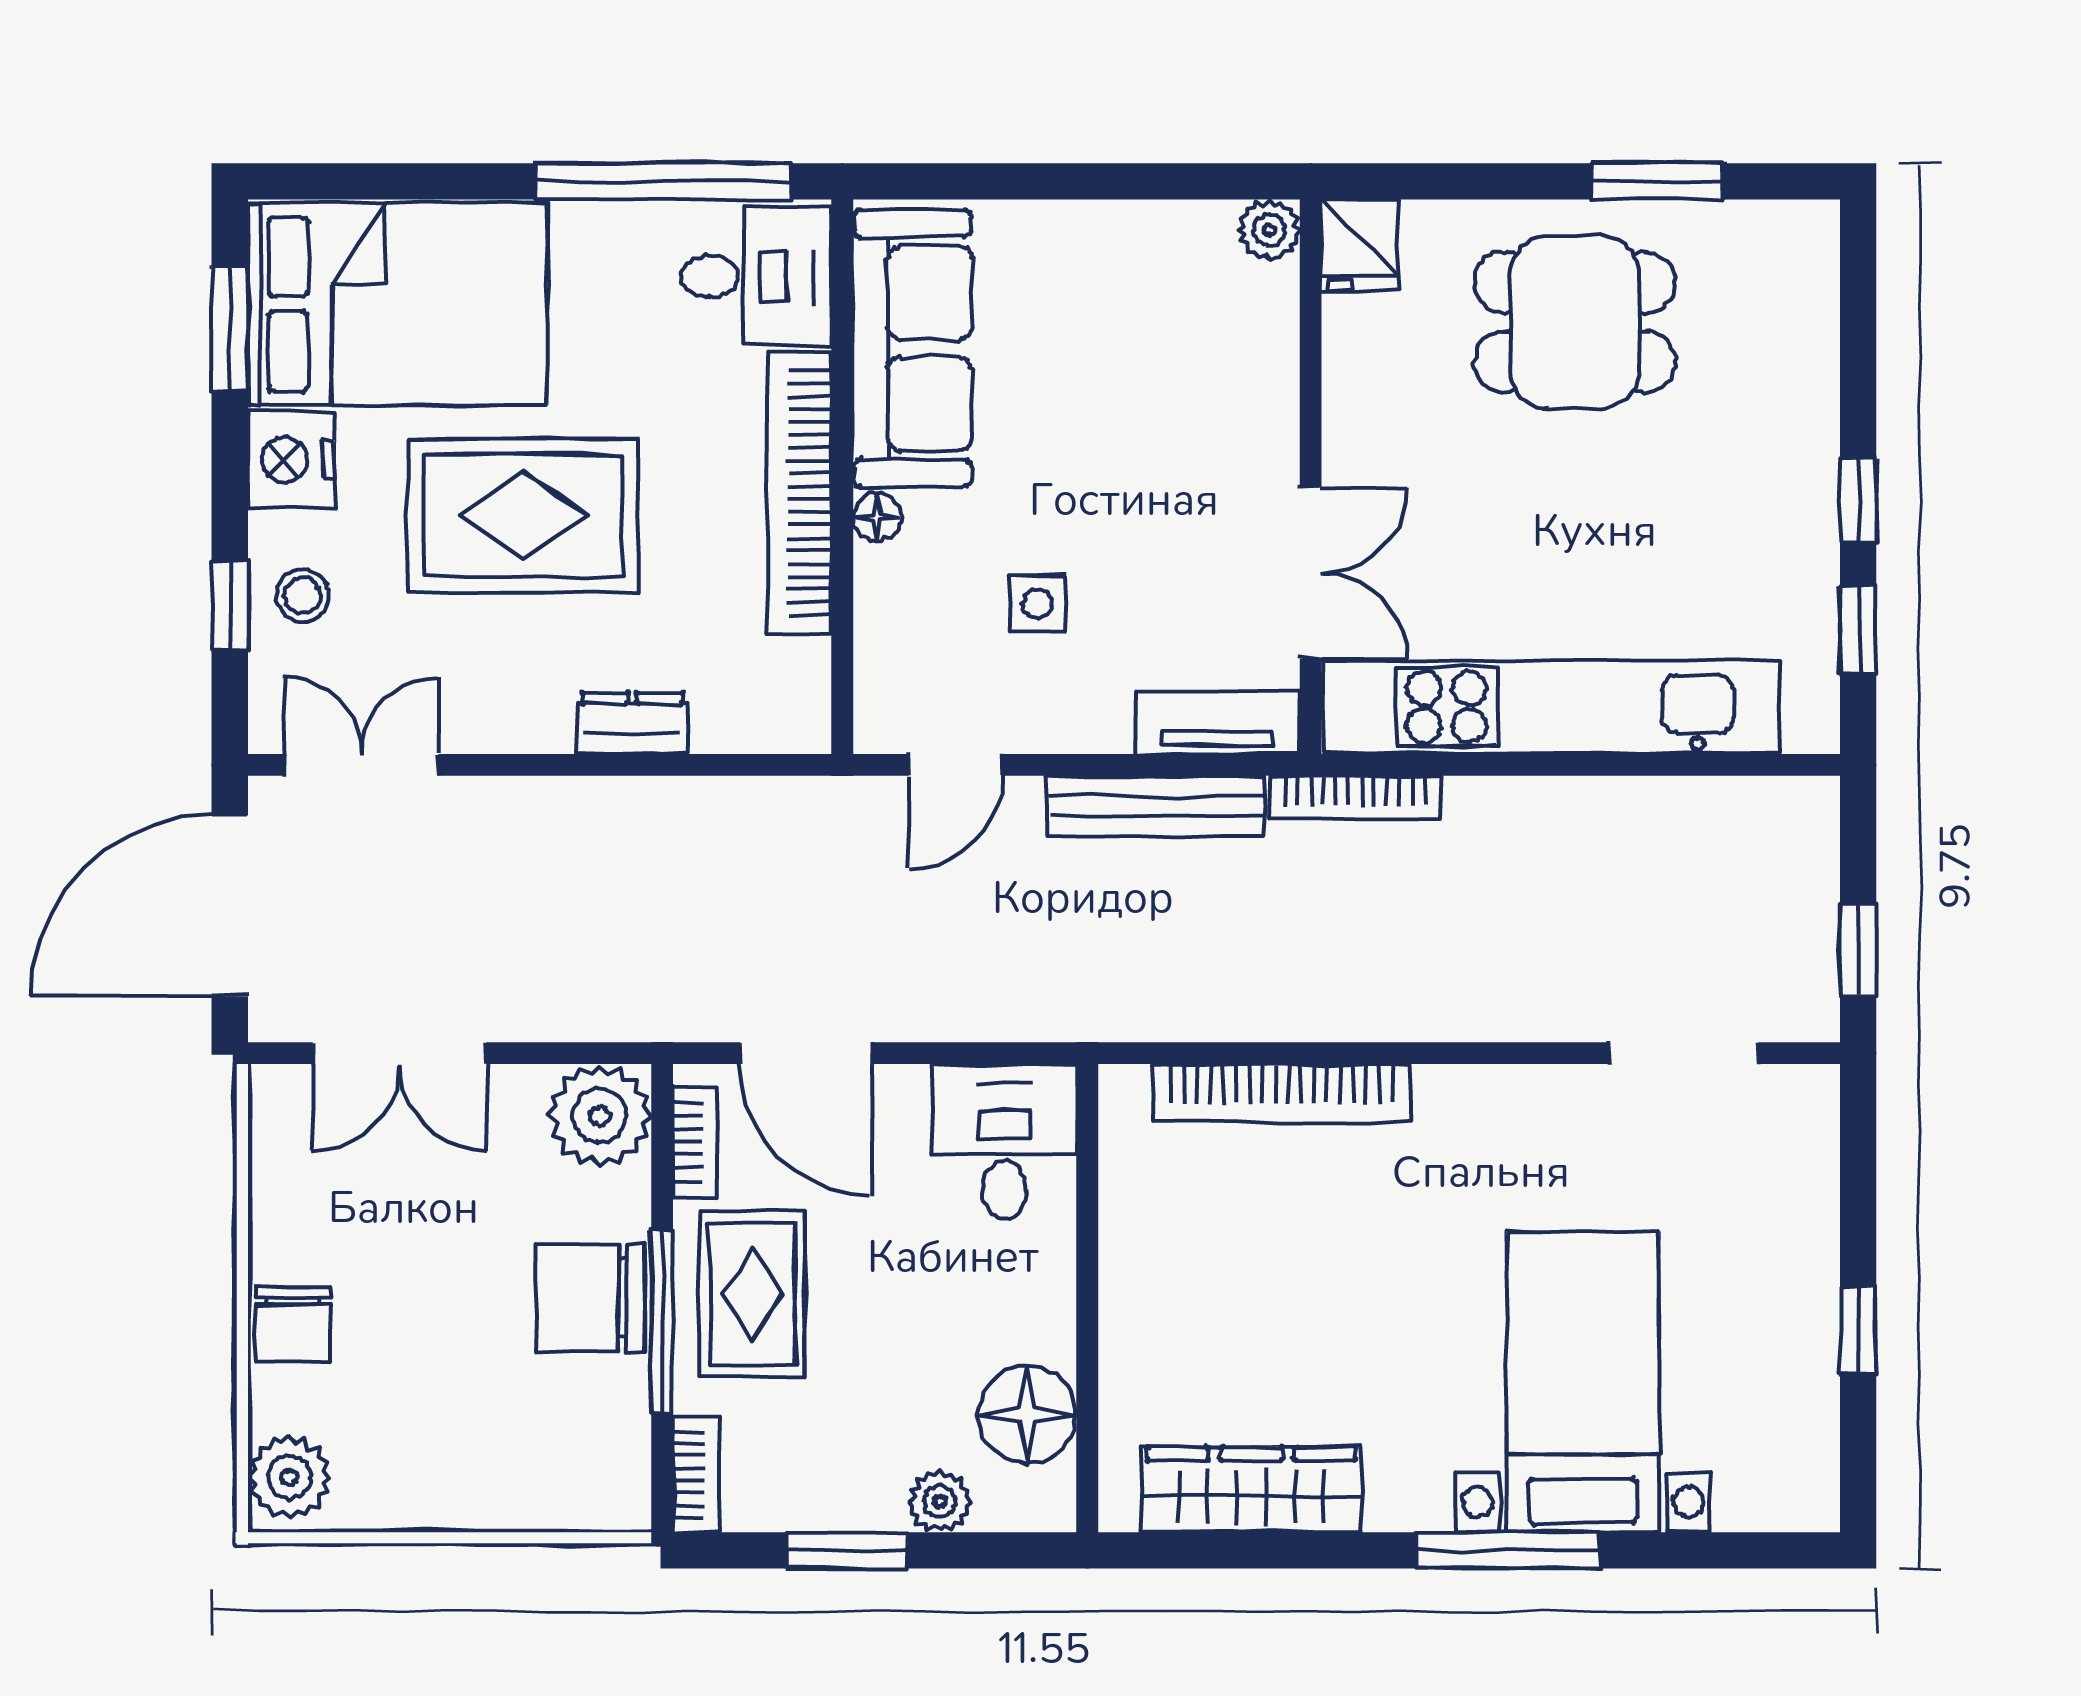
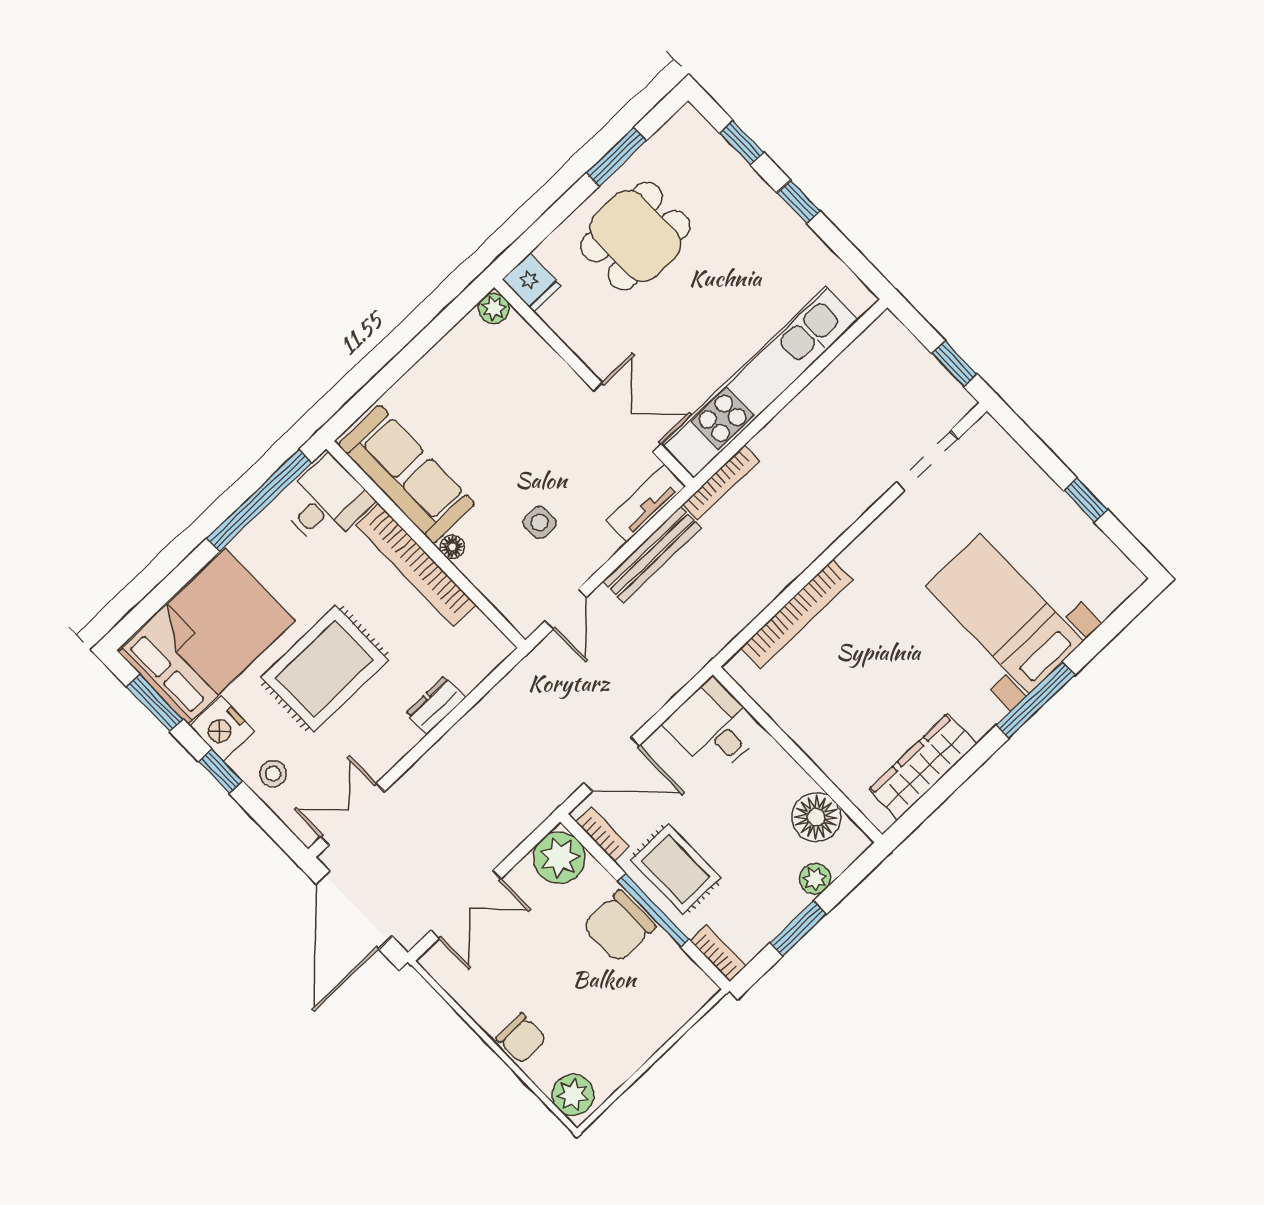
window: (230, 605) -> (220, 771), moved
window: (1858, 630) -> (742, 143), moved

